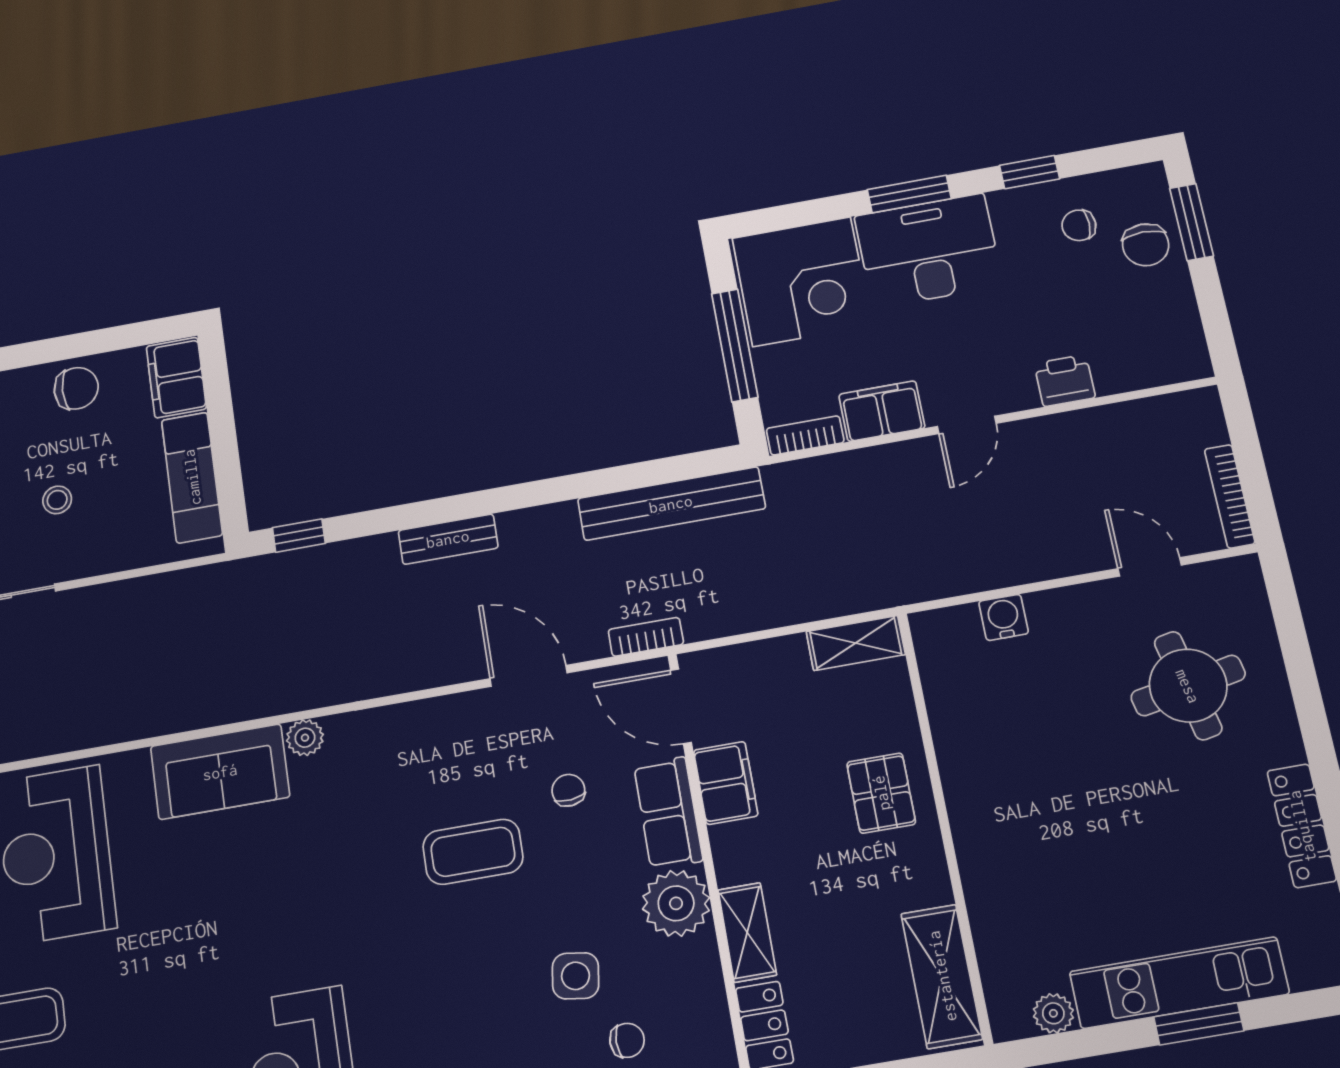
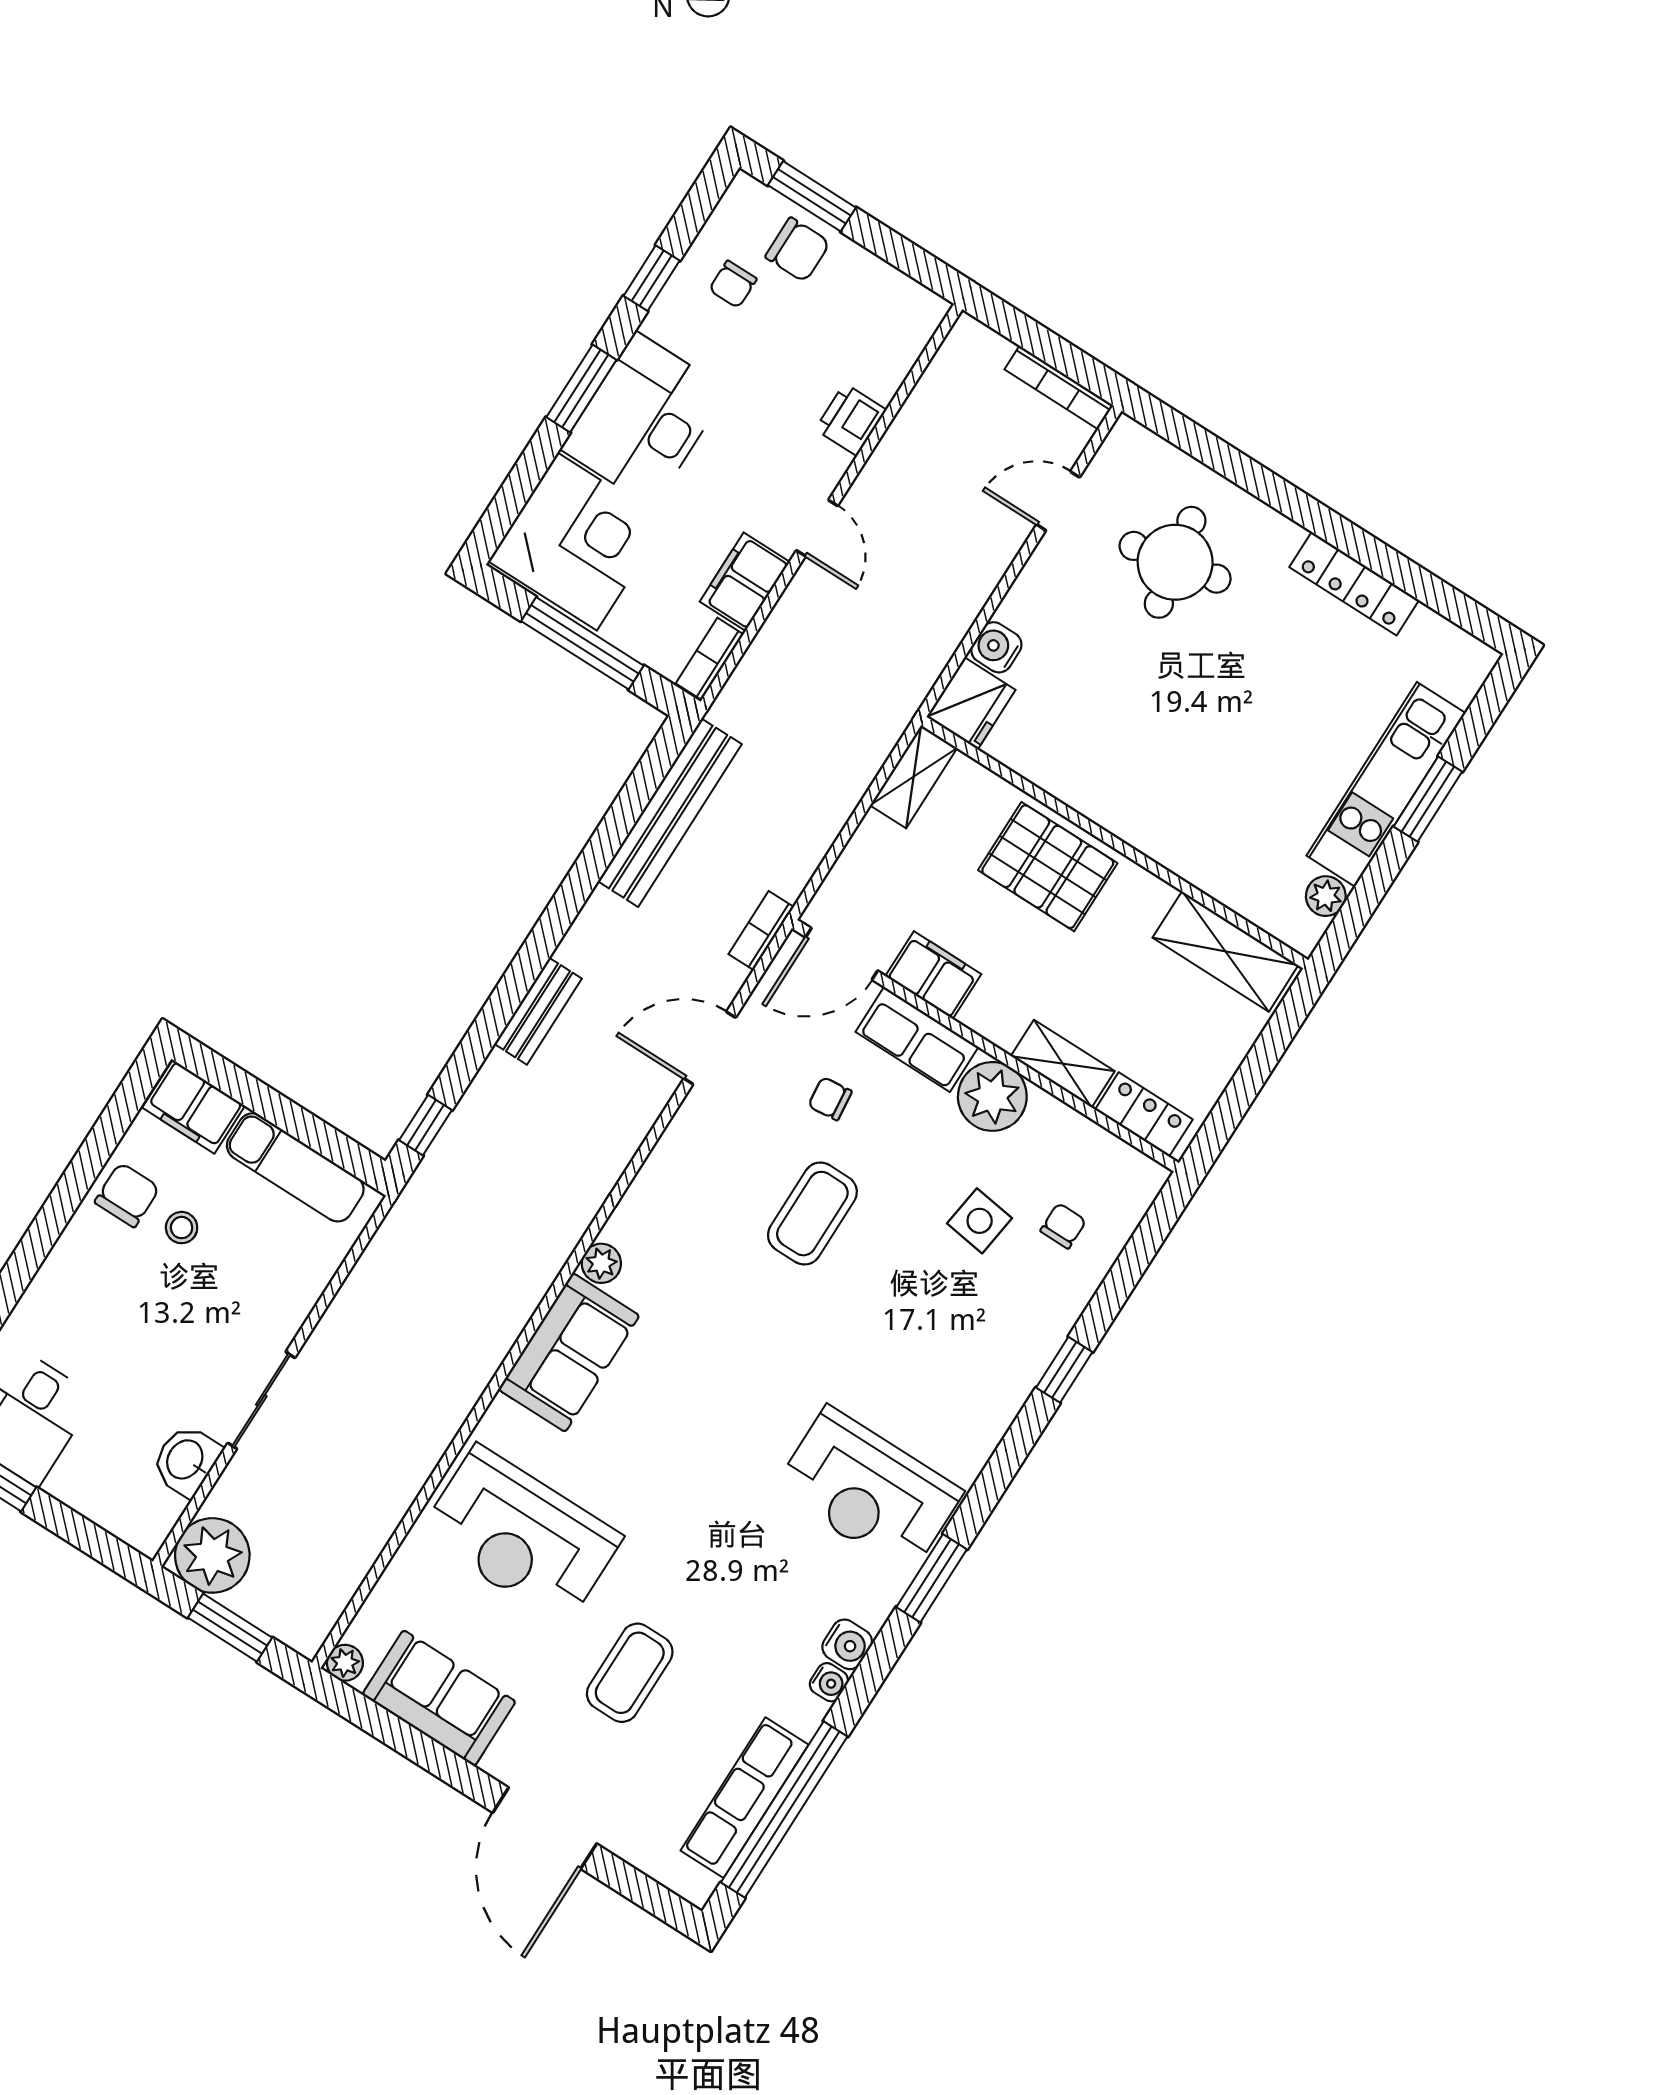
stool: (57, 500) -> (182, 1228), moved
fridge: (946, 636) -> (971, 703), added
pallet: (881, 793) -> (1048, 867), width x1.50, depth x1.42

